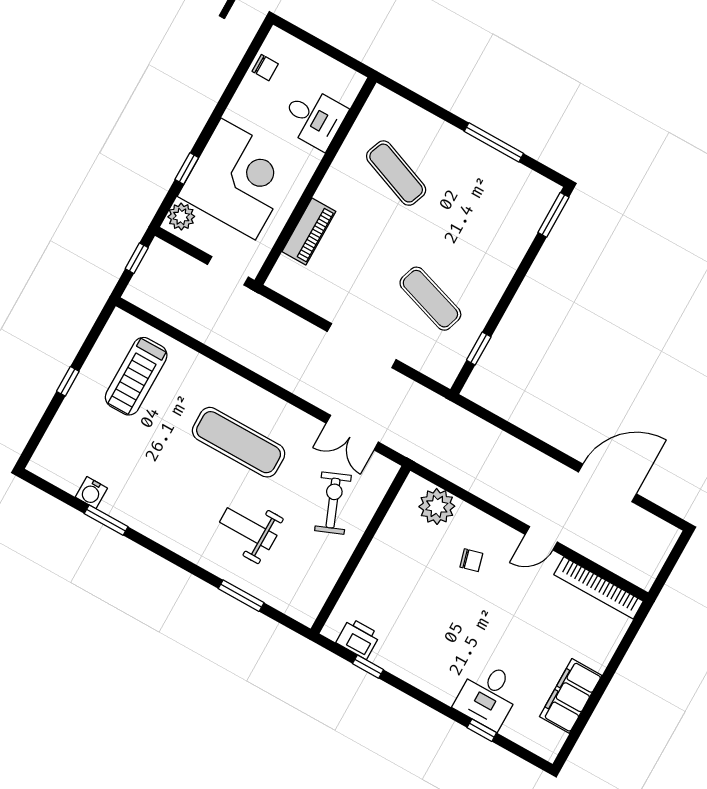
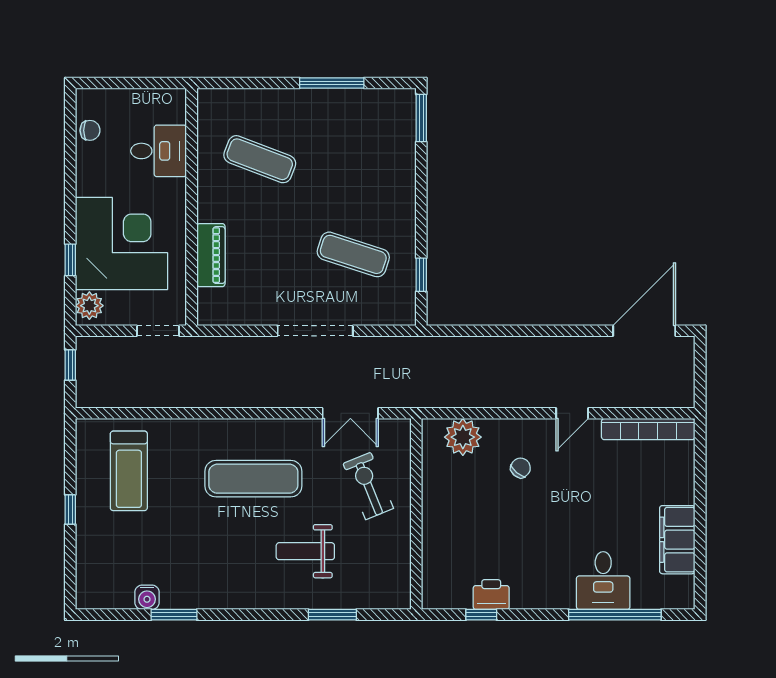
door: (607, 483) -> (644, 331), moved
chair: (471, 560) -> (521, 468), turned -35
printer: (358, 639) -> (491, 595), moved
window: (482, 730) -> (615, 615), width x3.17

